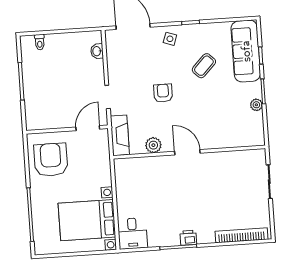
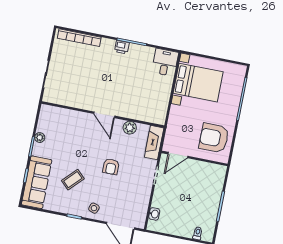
armchair: (51, 160) -> (214, 138), turned 90

